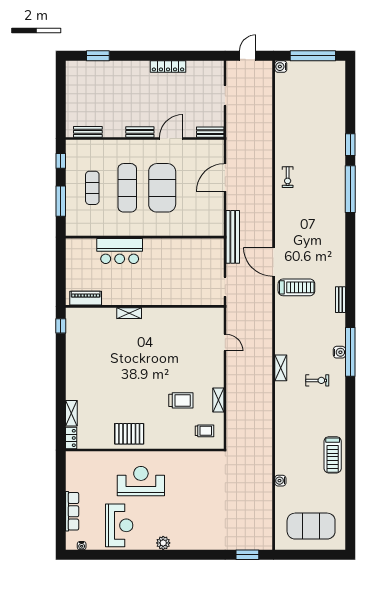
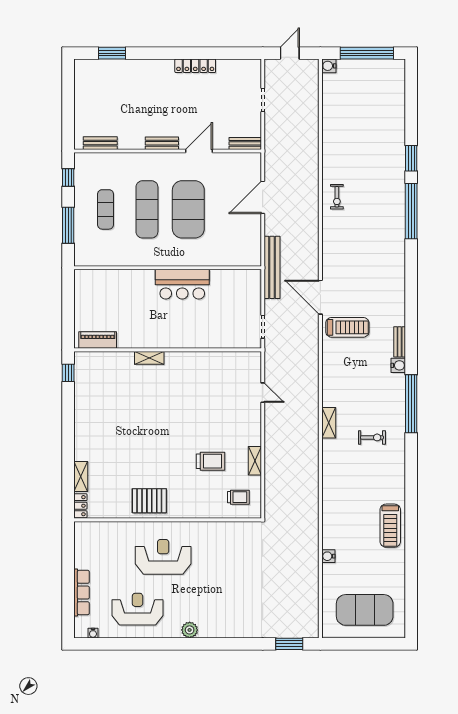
bar counter: (120, 251) -> (182, 284), moved
water cooler: (339, 352) -> (398, 365), moved
reception desk: (119, 525) -> (137, 609), turned -90

